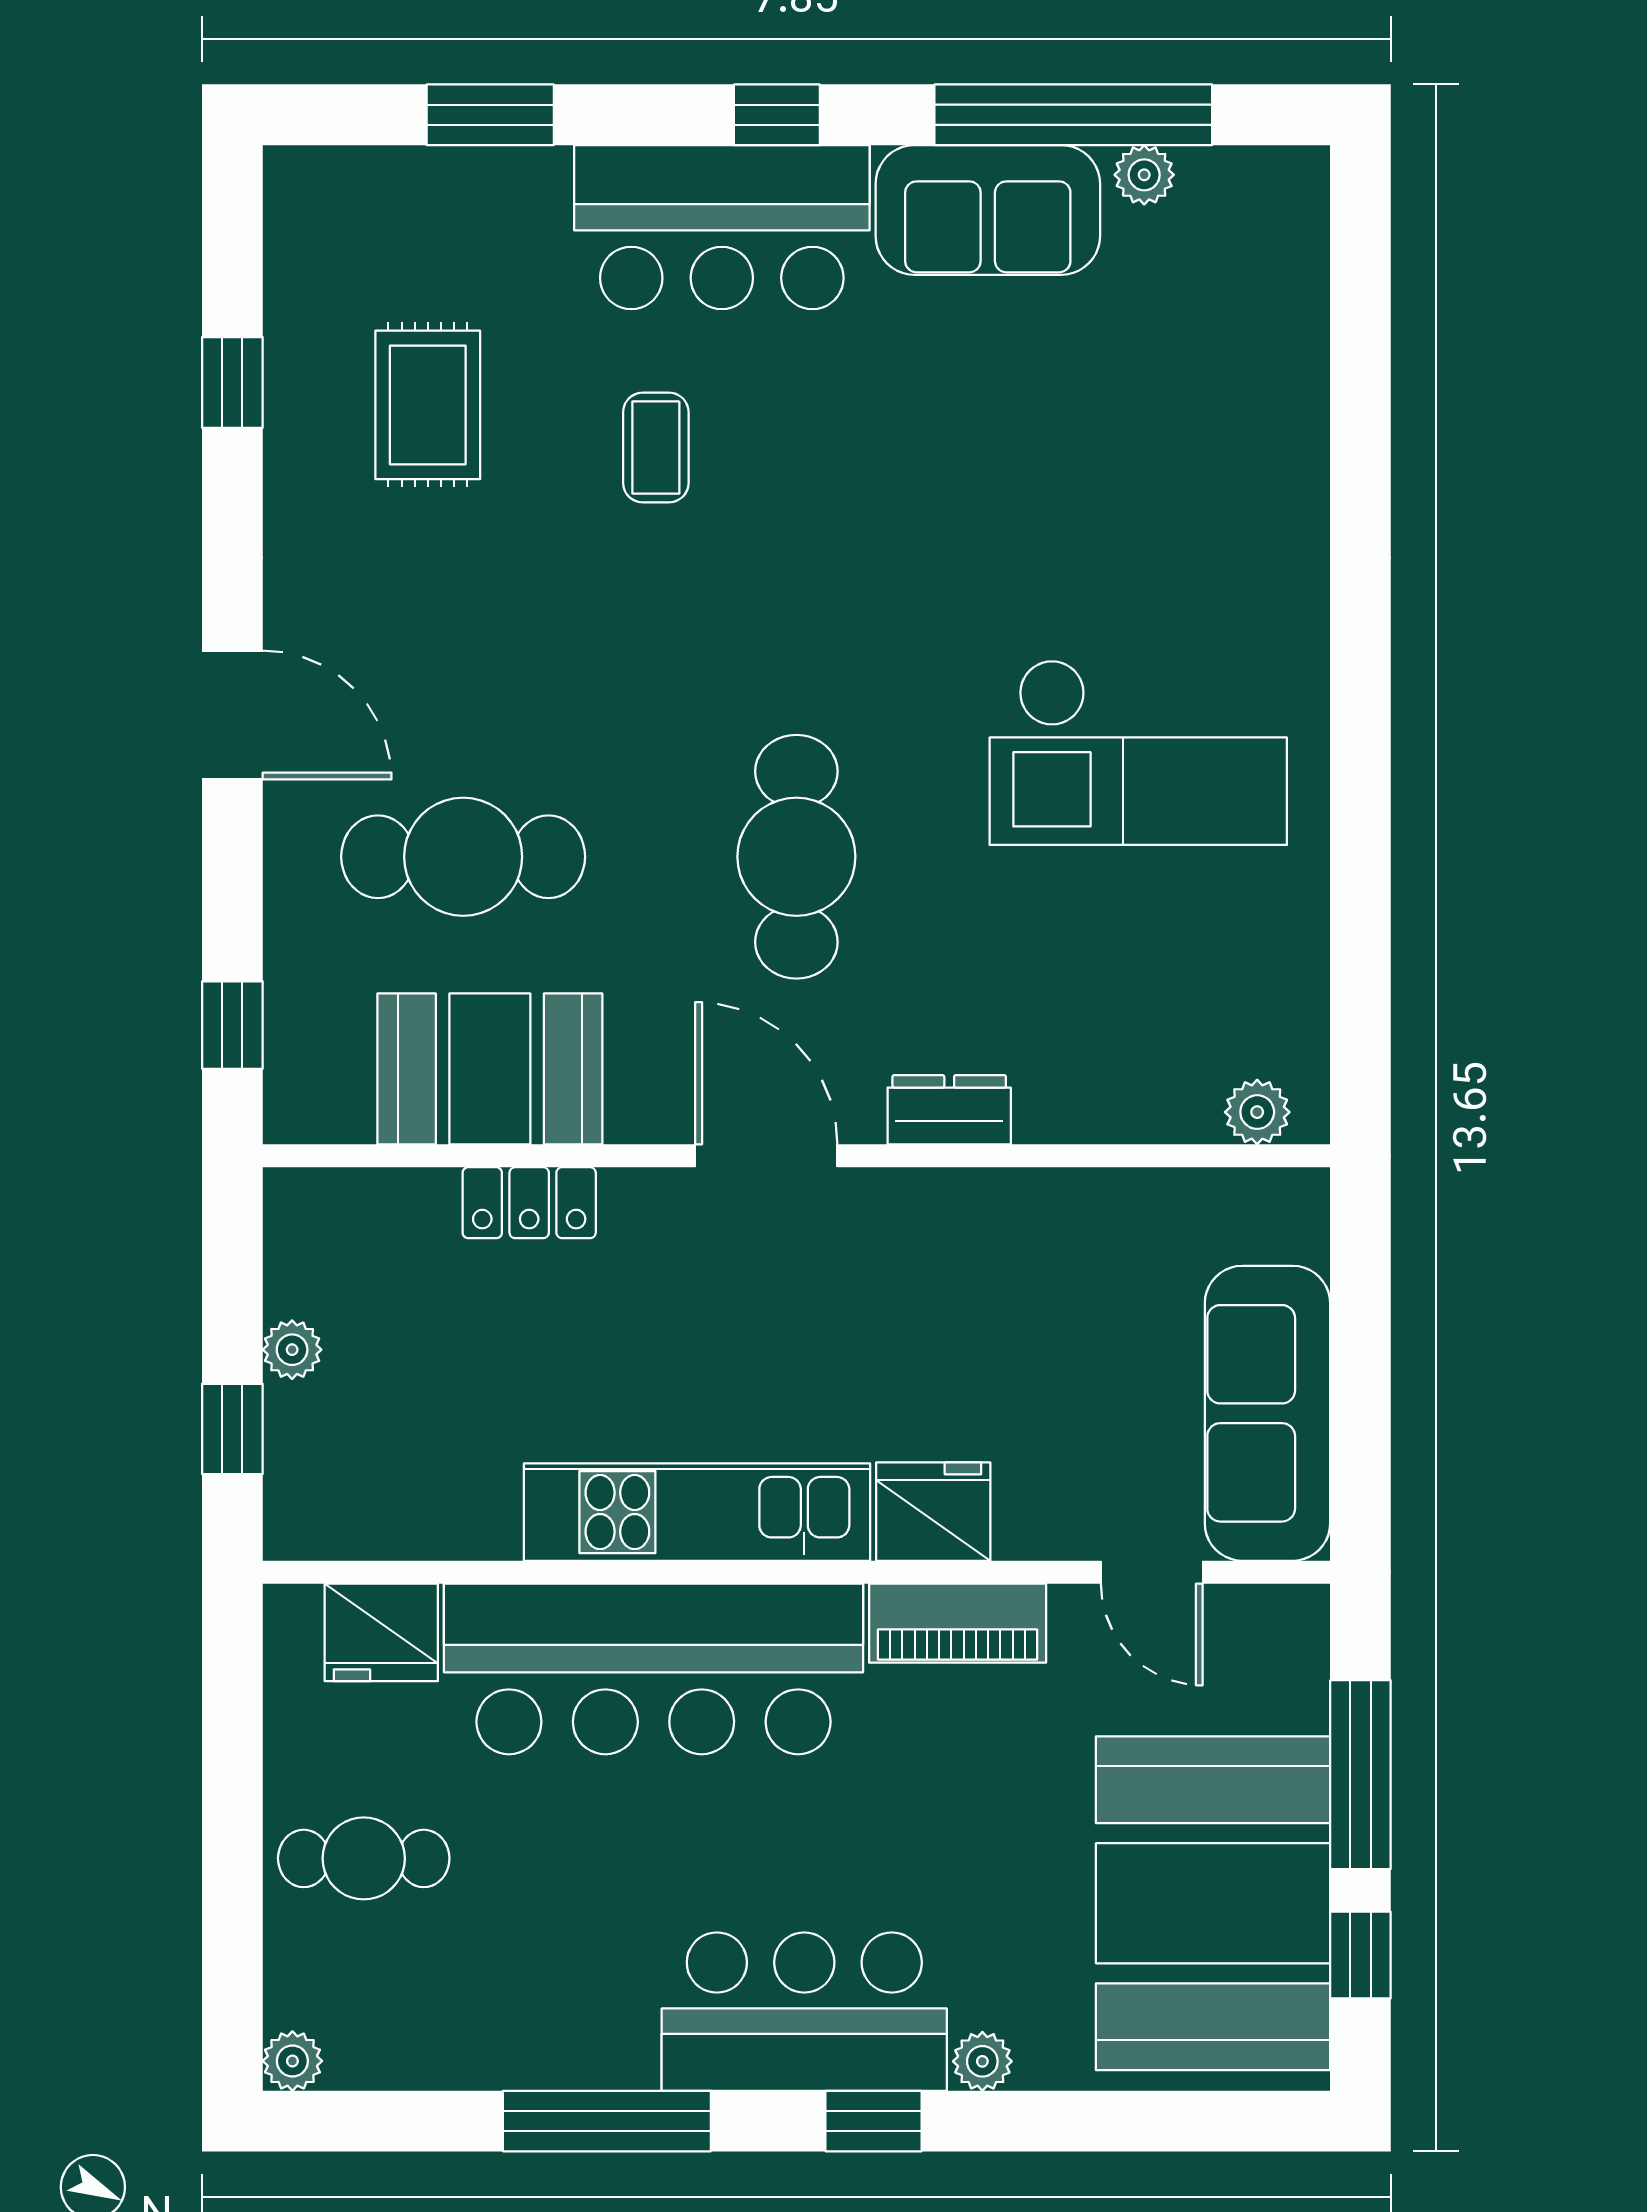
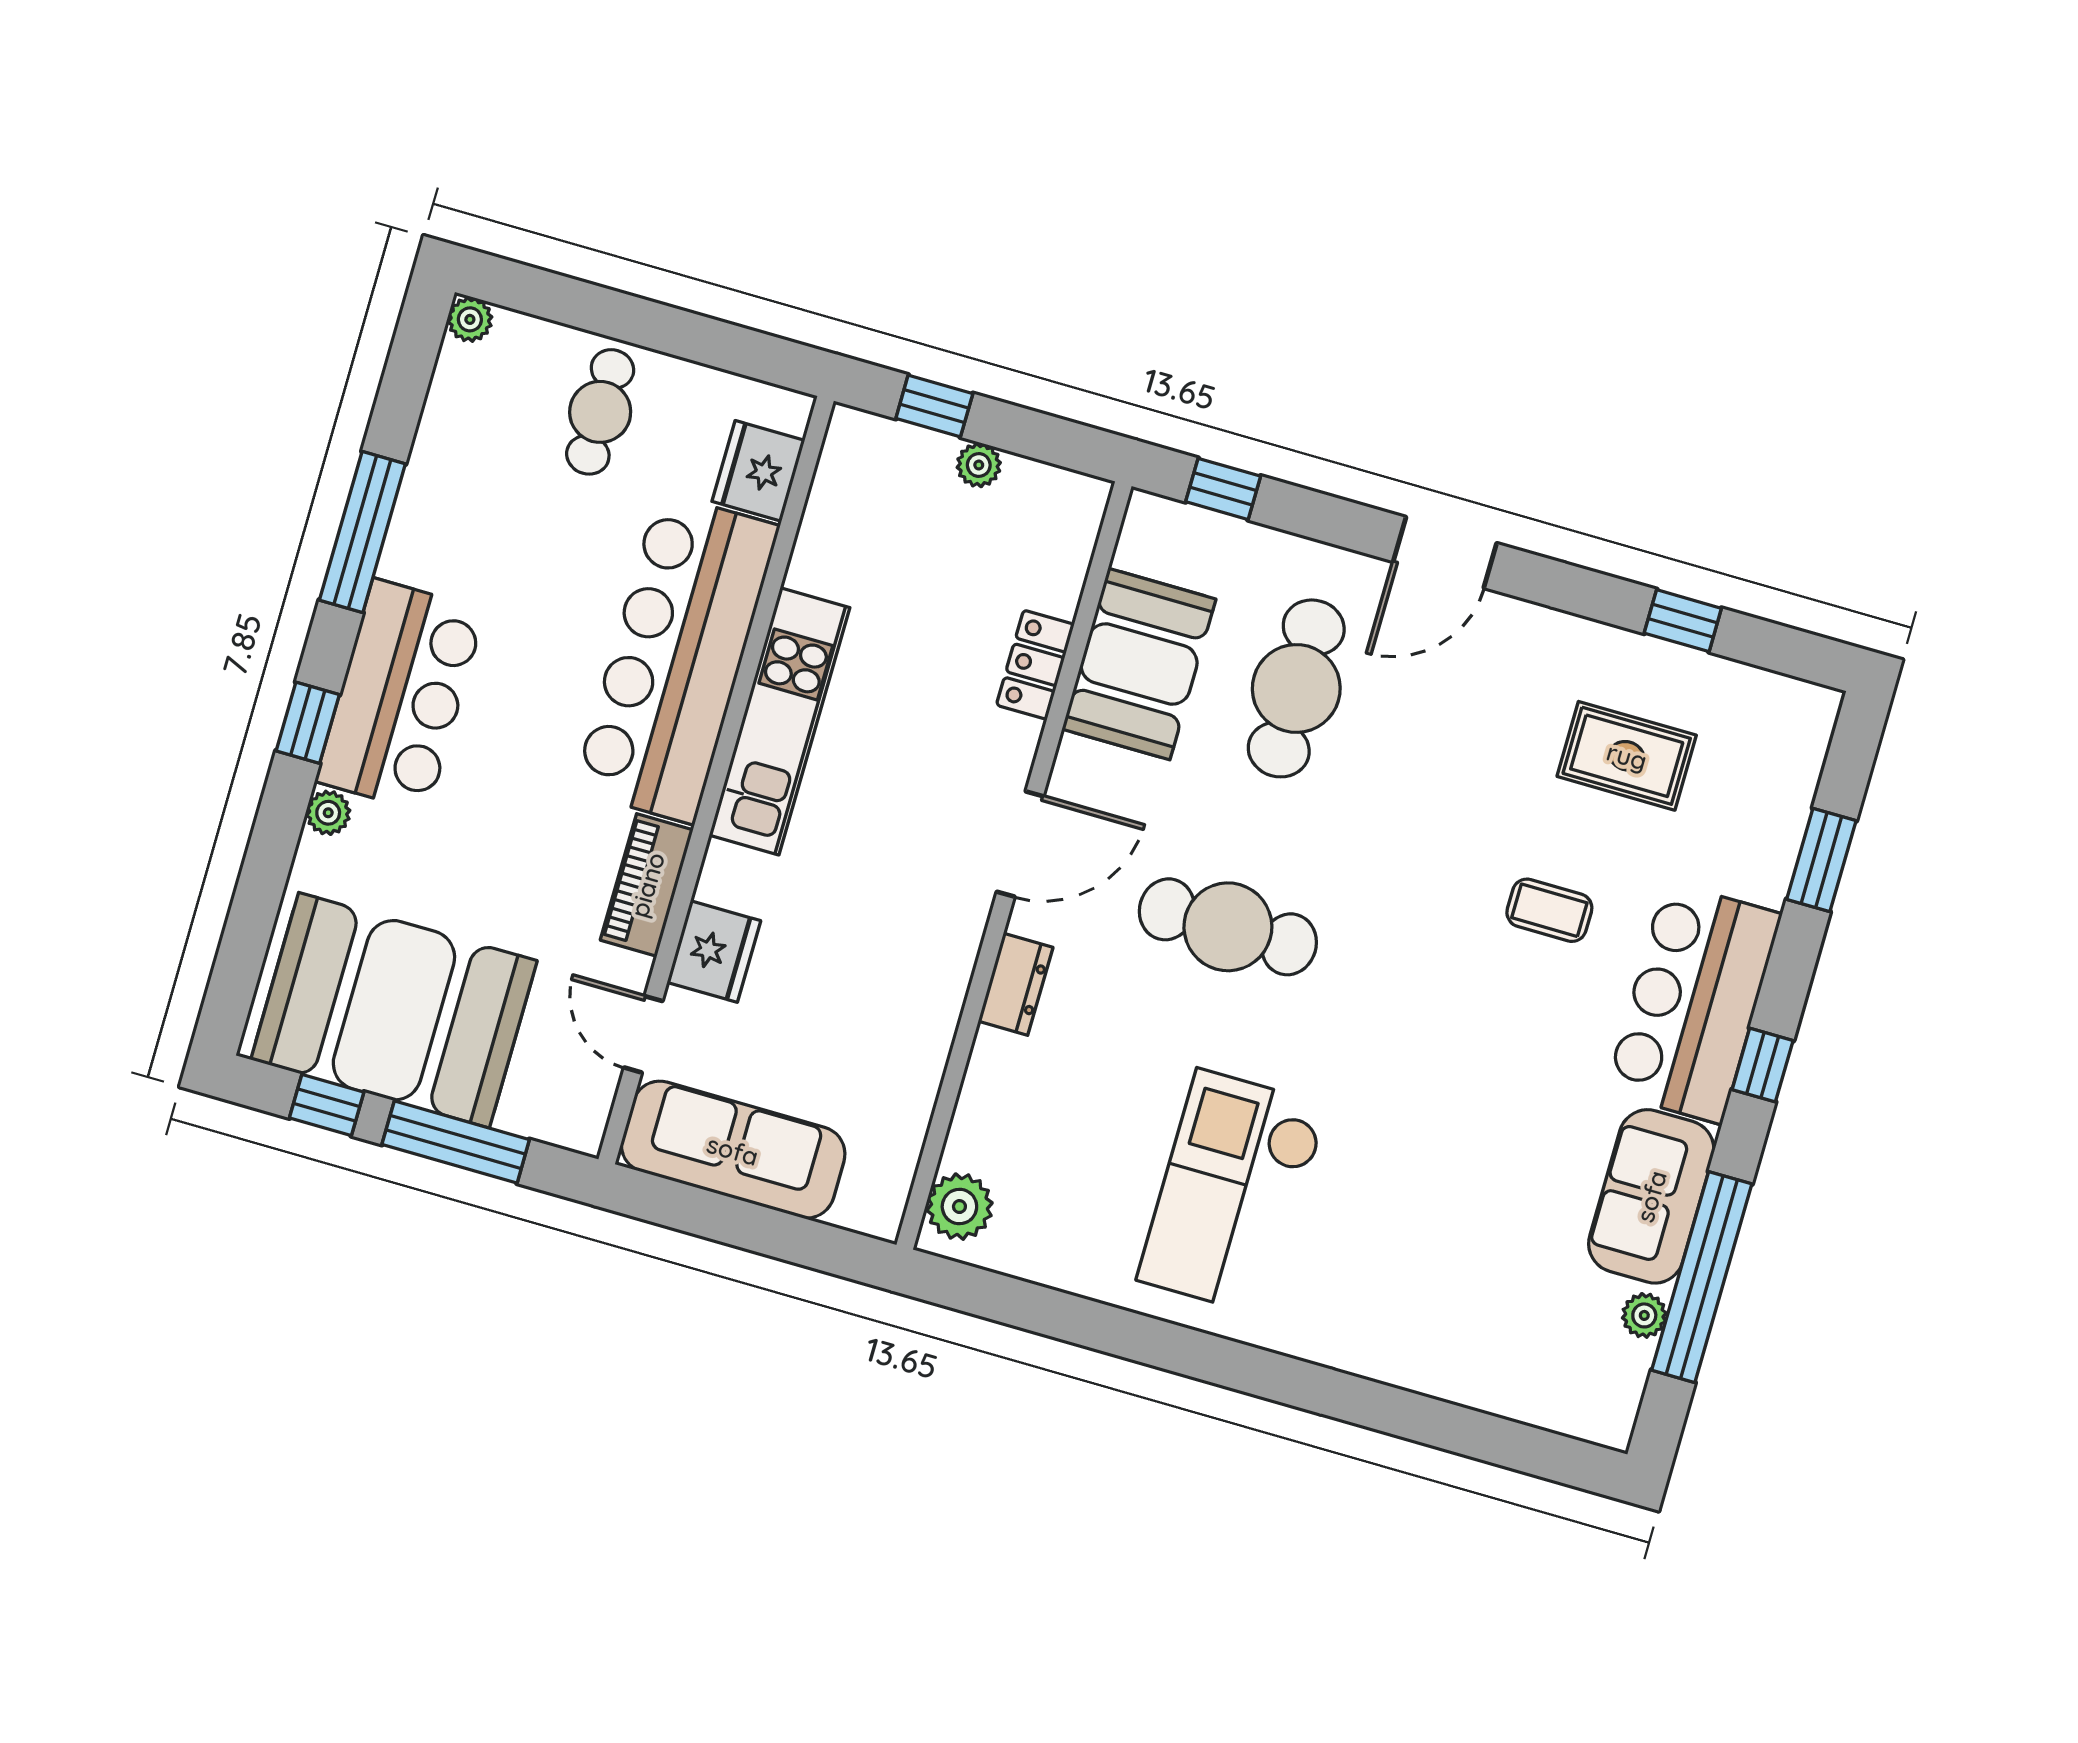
plant: (1257, 1112) -> (959, 1207), width x1.38, depth x1.38
fridge: (933, 1512) -> (714, 952), moved
door: (1152, 1572) -> (643, 1034), hinge flipped

